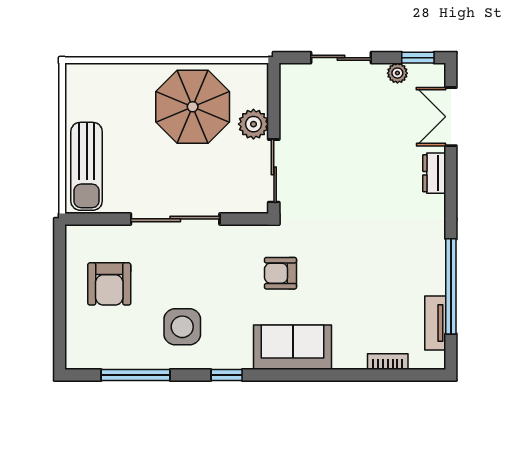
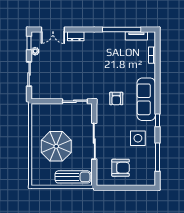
parasol: (193, 107) -> (56, 146), moved
plant: (253, 124) -> (56, 109), removed
sofa: (293, 347) -> (146, 99), width x1.36

